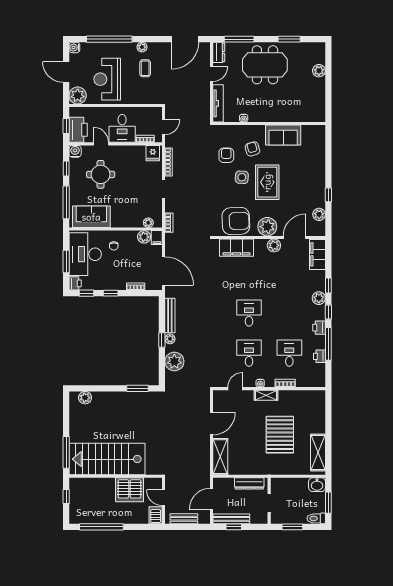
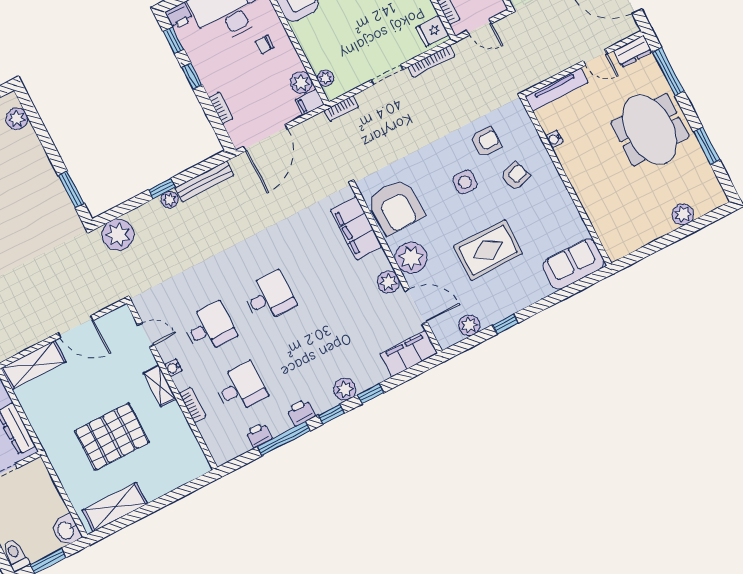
sofa: (283, 135) -> (573, 264), moved, turned 90
rug: (267, 182) -> (488, 250), moved
plant: (174, 361) -> (118, 235), moved

